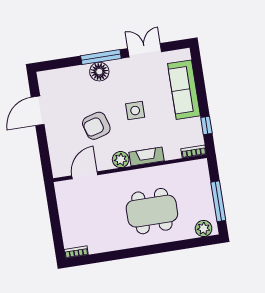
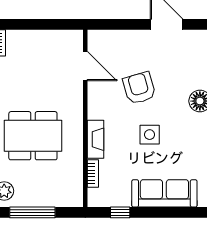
bookcase: (194, 151) -> (93, 174), moved
plant: (121, 160) -> (97, 109), removed
dining table: (152, 211) -> (33, 136), turned 90

